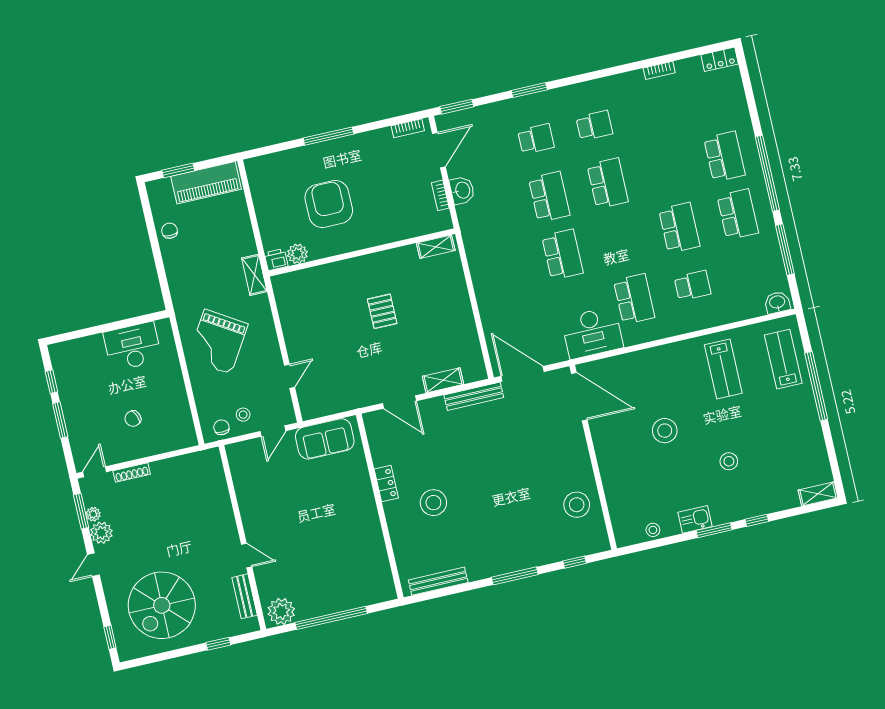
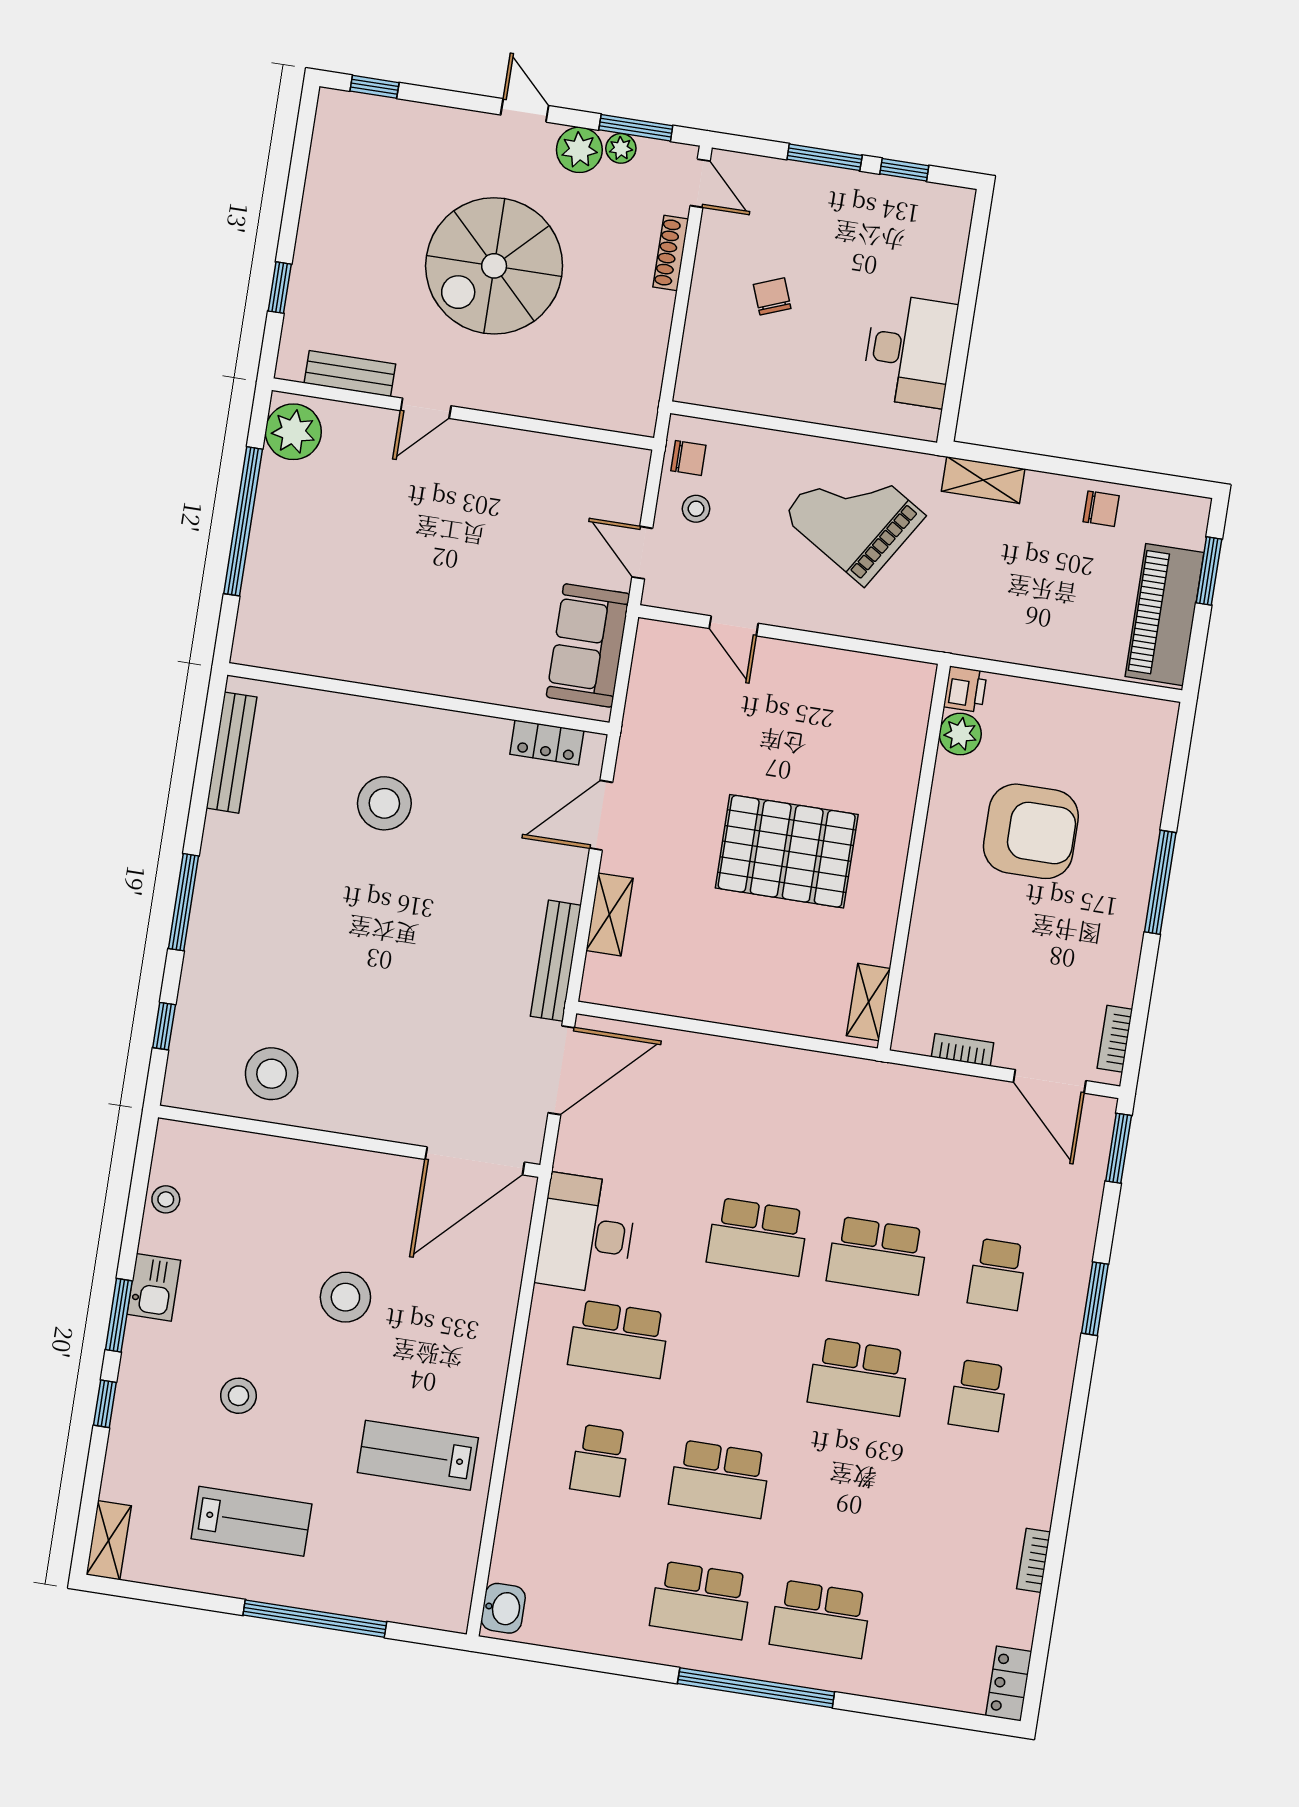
washbasin: (462, 190) -> (956, 1095), removed
window: (785, 250) -> (598, 1663), removed
shelving: (254, 275) -> (983, 480), moved
pallet: (382, 311) -> (787, 851), width x2.05, depth x2.00
lab bench: (783, 359) -> (251, 1521), moved
locker: (386, 484) -> (547, 742), moved
spiral stairs: (162, 605) -> (494, 266), moved, turned -90

